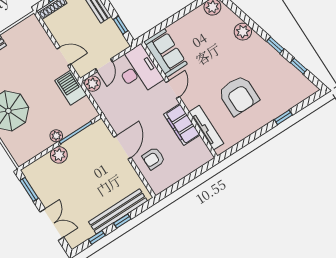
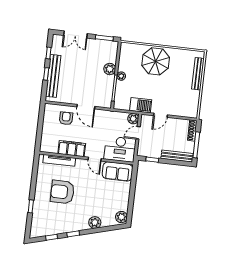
door: (104, 65) -> (138, 133), hinge flipped

